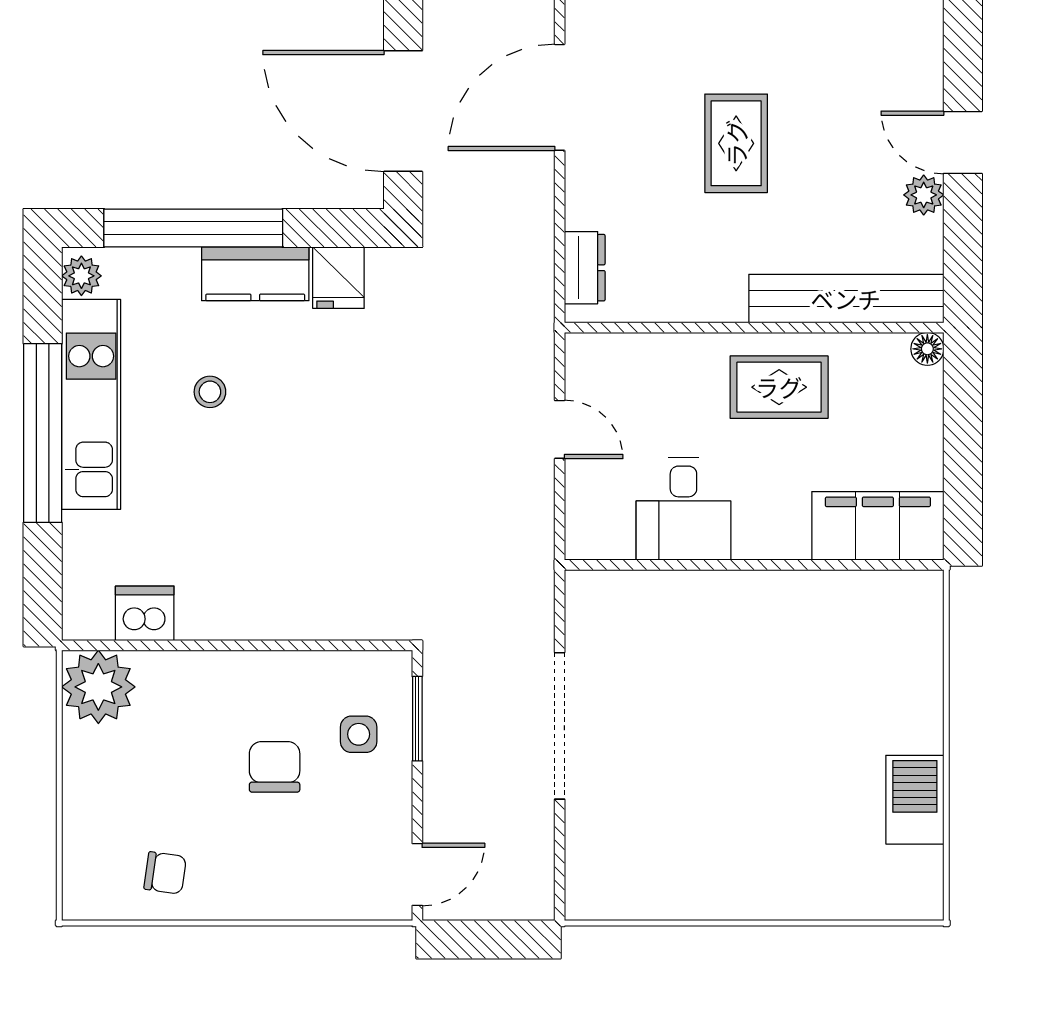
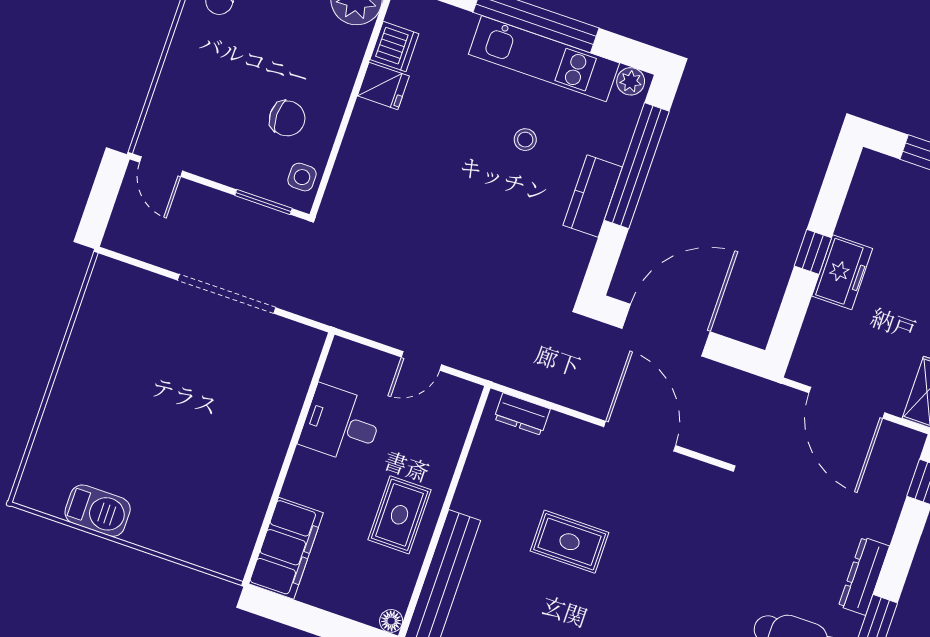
fridge: (338, 278) -> (383, 86), moved, turned 180
side table: (359, 734) -> (302, 177), moved
chair: (275, 767) -> (287, 118), moved

